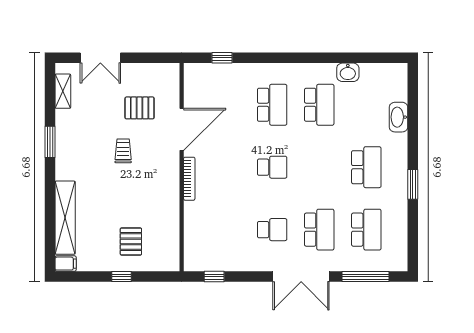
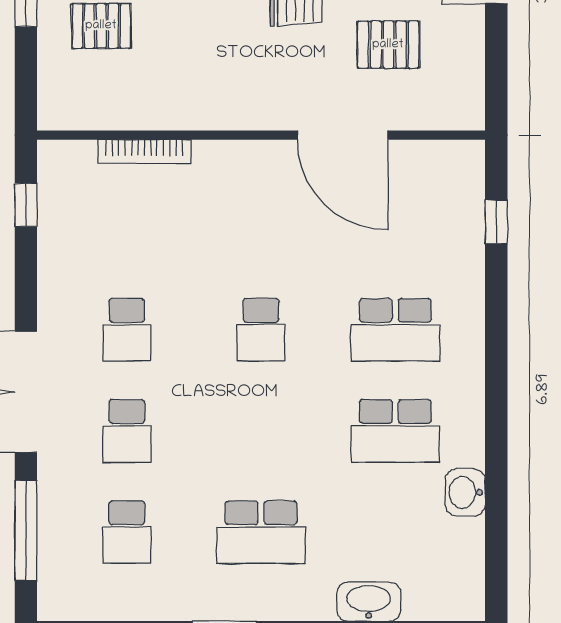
pallet: (140, 108) -> (388, 45), turned 90
bookcase: (189, 179) -> (144, 152), moved
school desk: (319, 230) -> (127, 431), width x0.54
school desk: (366, 230) -> (127, 532), width x0.54

